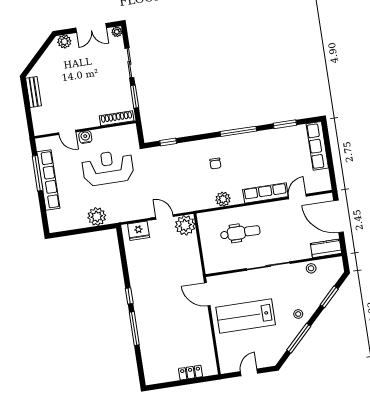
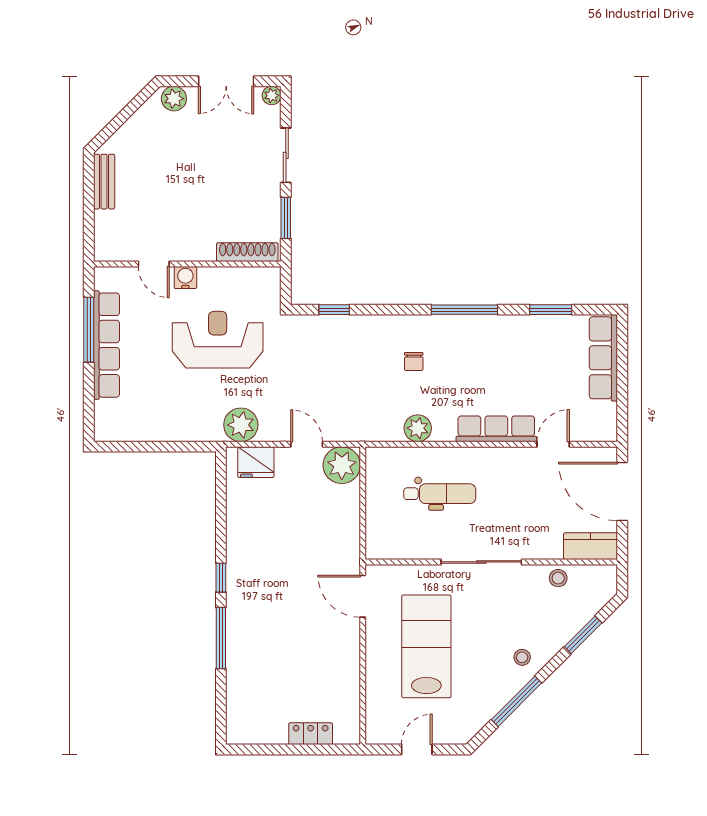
plant: (97, 217) -> (241, 425), moved
lab bench: (246, 316) -> (426, 646), turned 90

